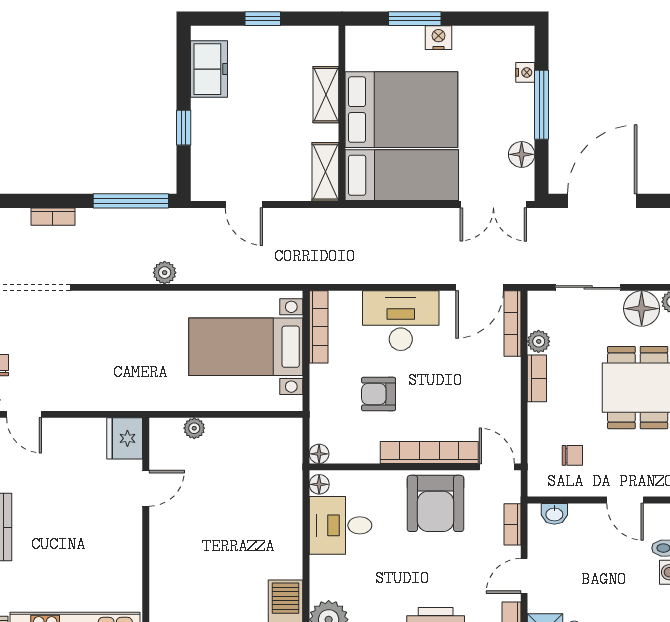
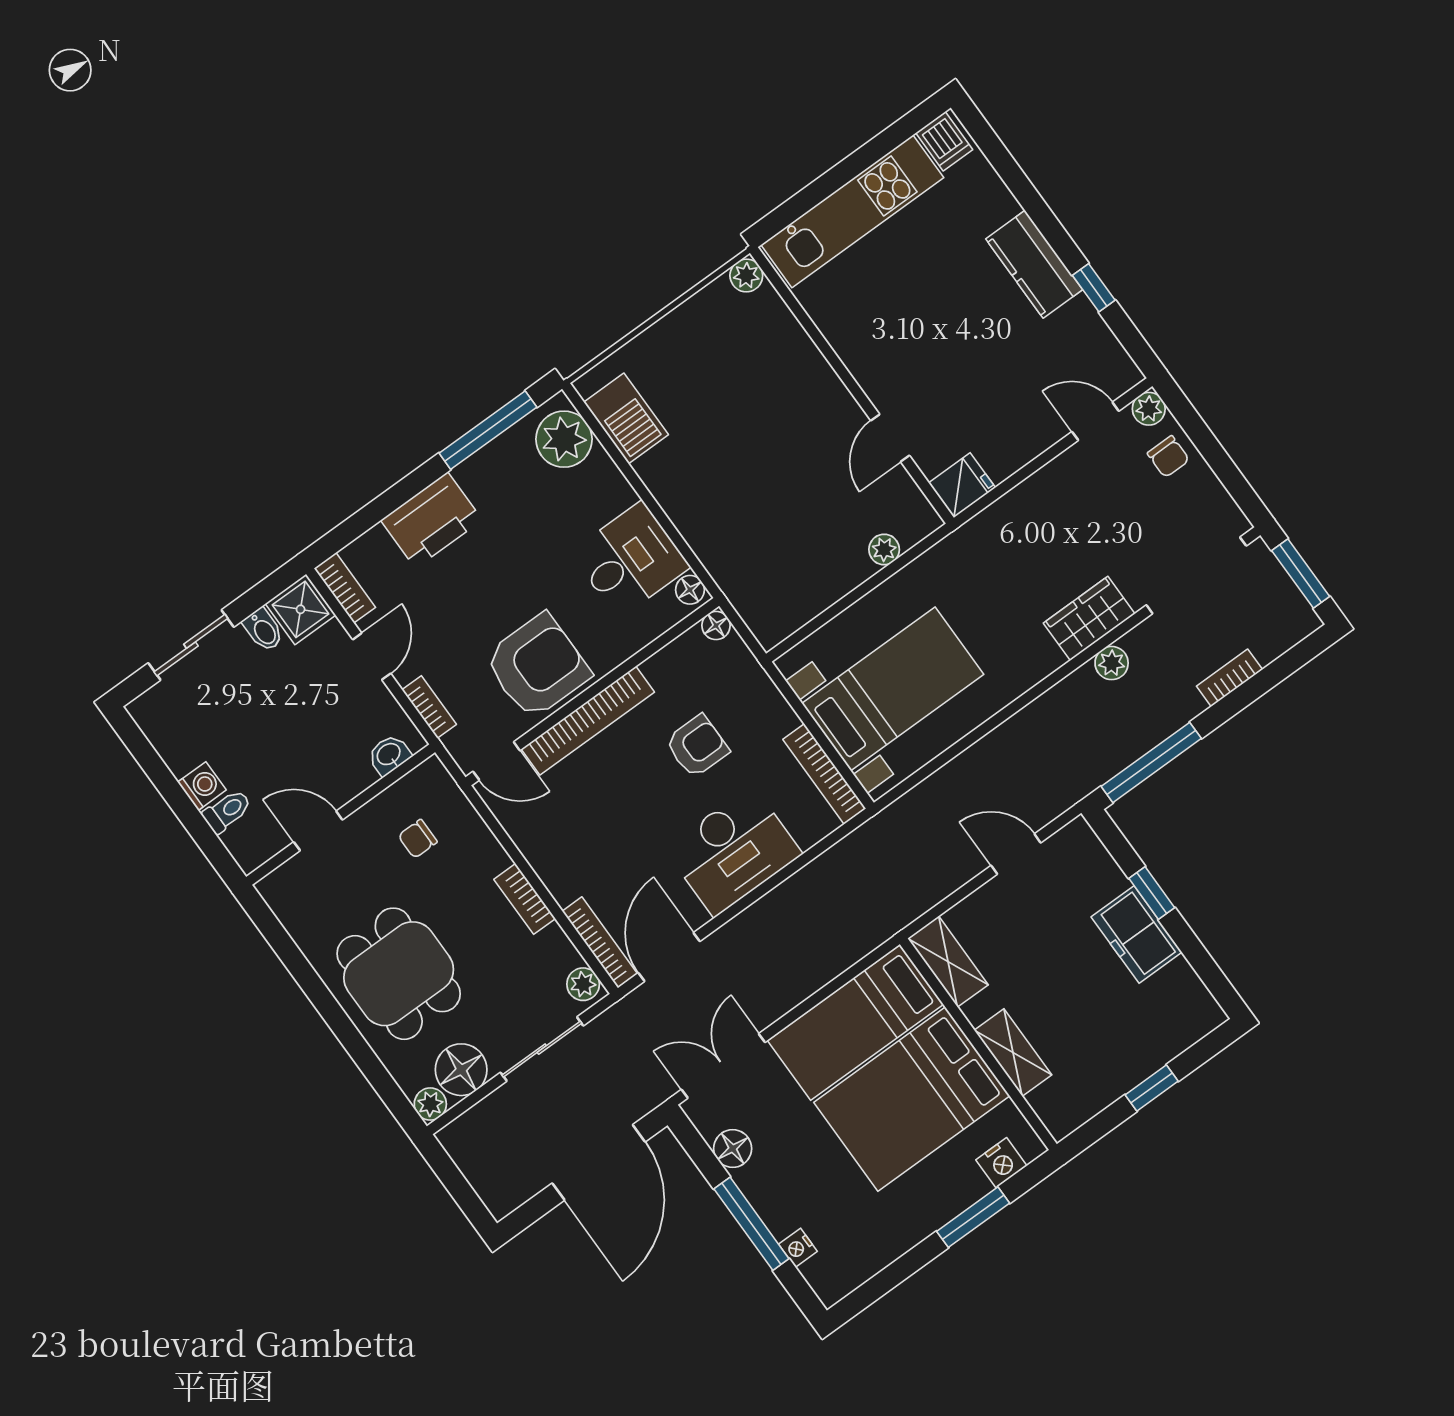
nightstand: (439, 38) -> (1001, 1163), moved
freezer: (209, 69) -> (1137, 935), moved
plant: (165, 273) -> (1112, 663), moved
wardrobe: (107, 307) -> (1089, 618), added
plant: (539, 341) -> (583, 984), moved
fridge: (125, 438) -> (962, 485), width x0.72
armchair: (436, 503) -> (537, 666), turned 90

